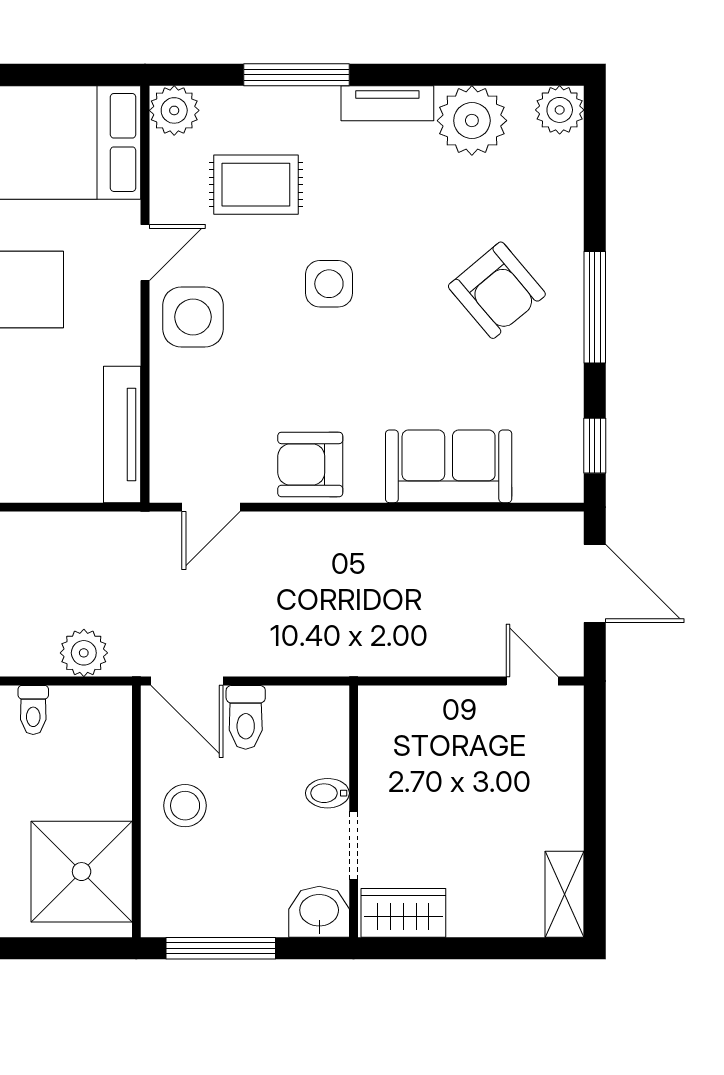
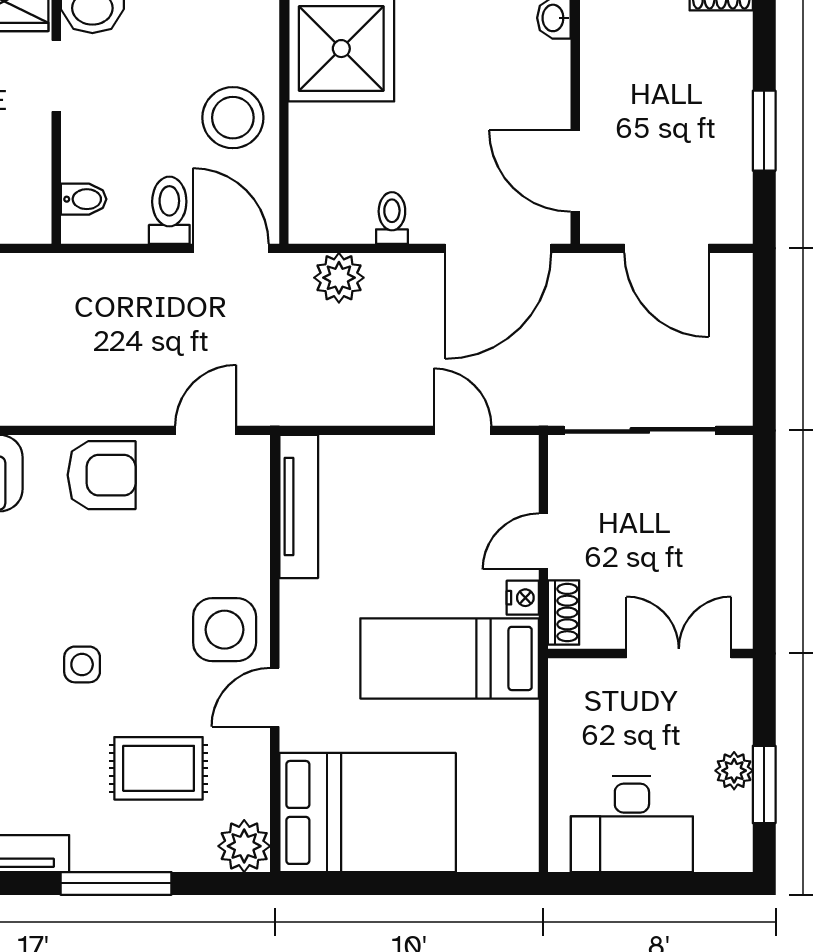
side table: (329, 284) -> (82, 664), width x0.73, depth x0.73
bidet: (327, 793) -> (84, 199), moved
stool: (185, 806) -> (233, 118), width x1.38, depth x1.38

